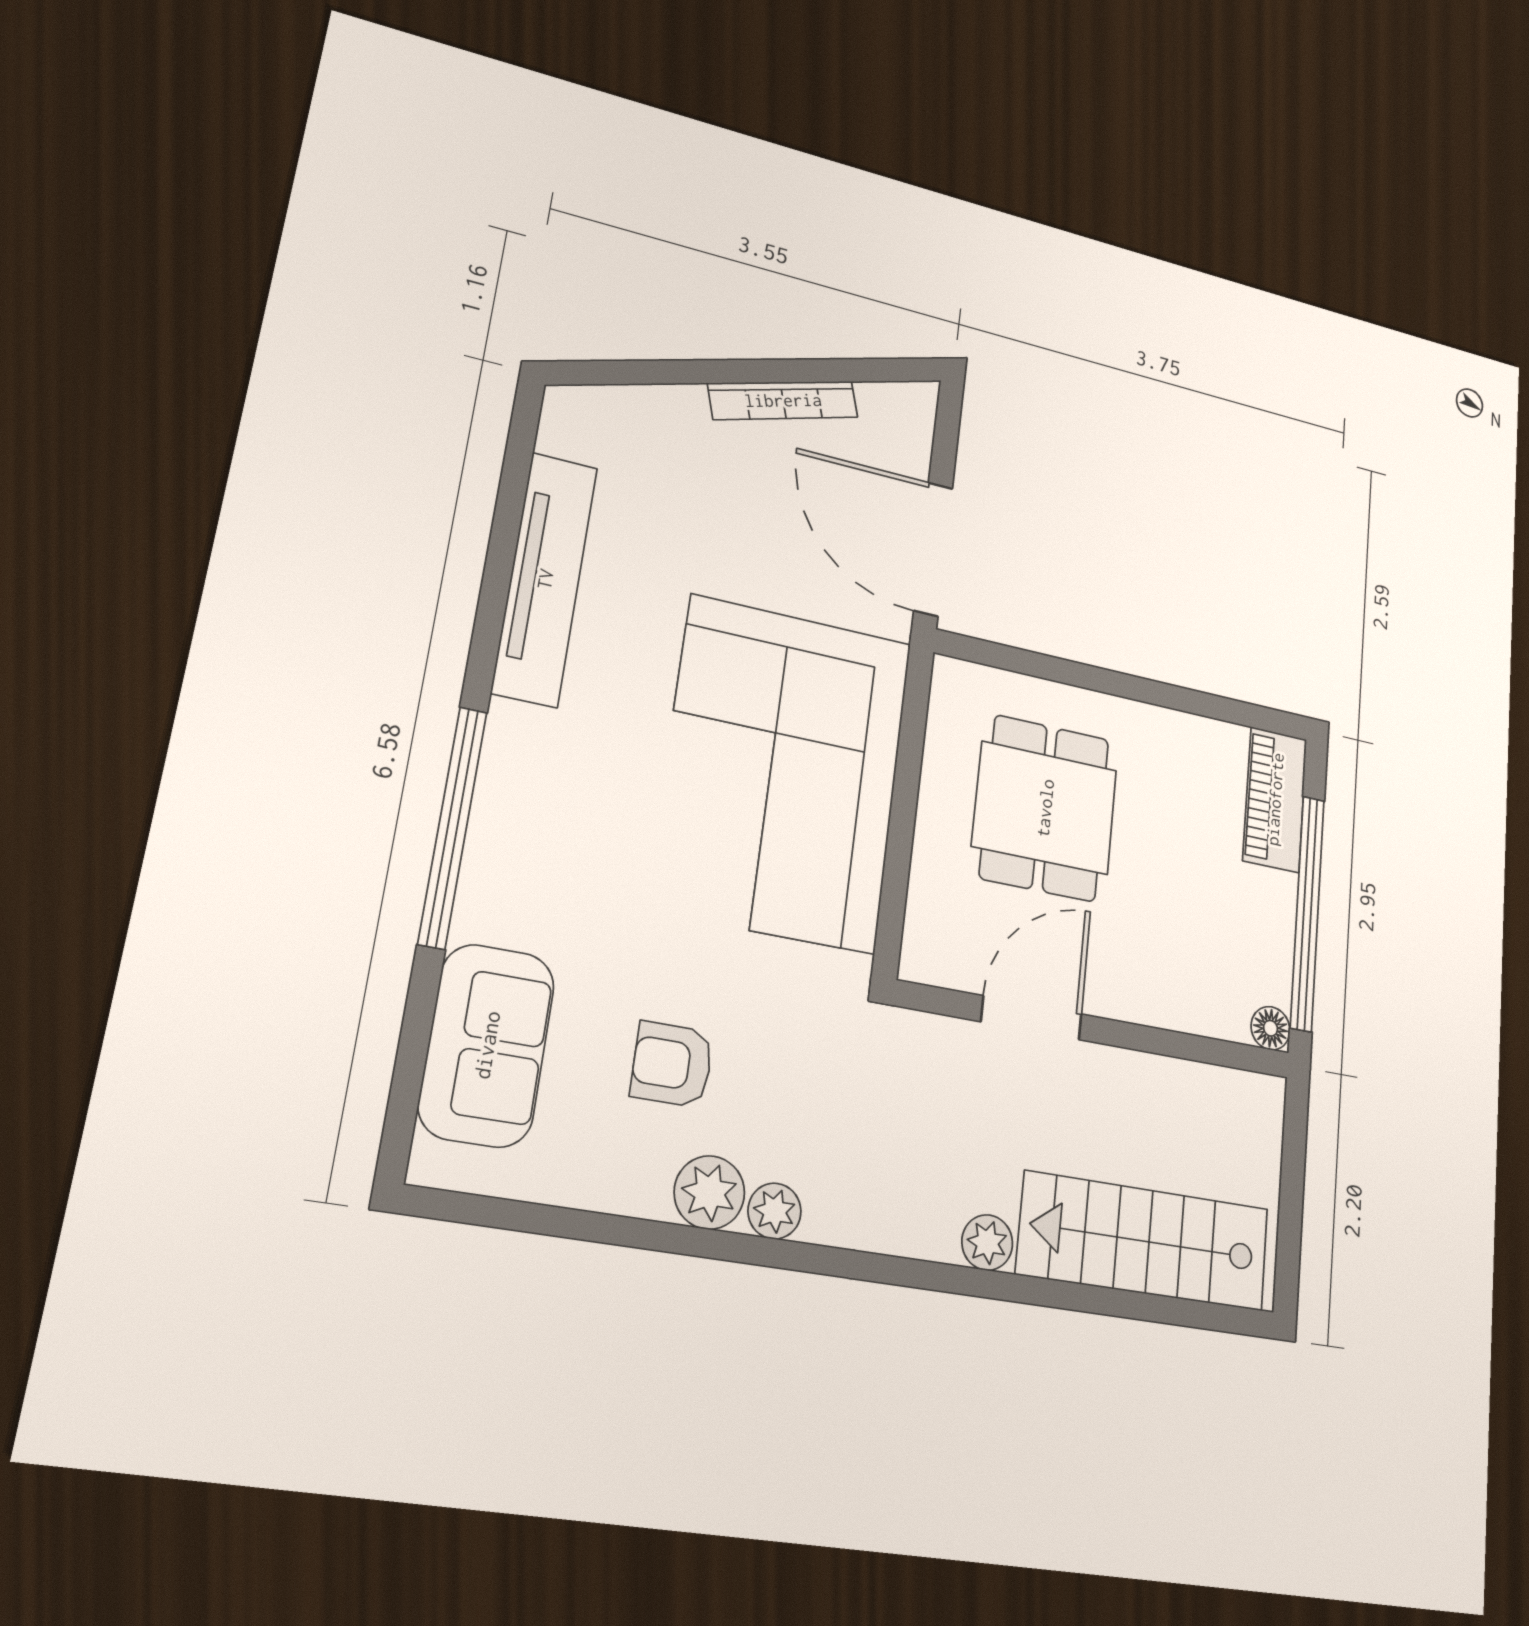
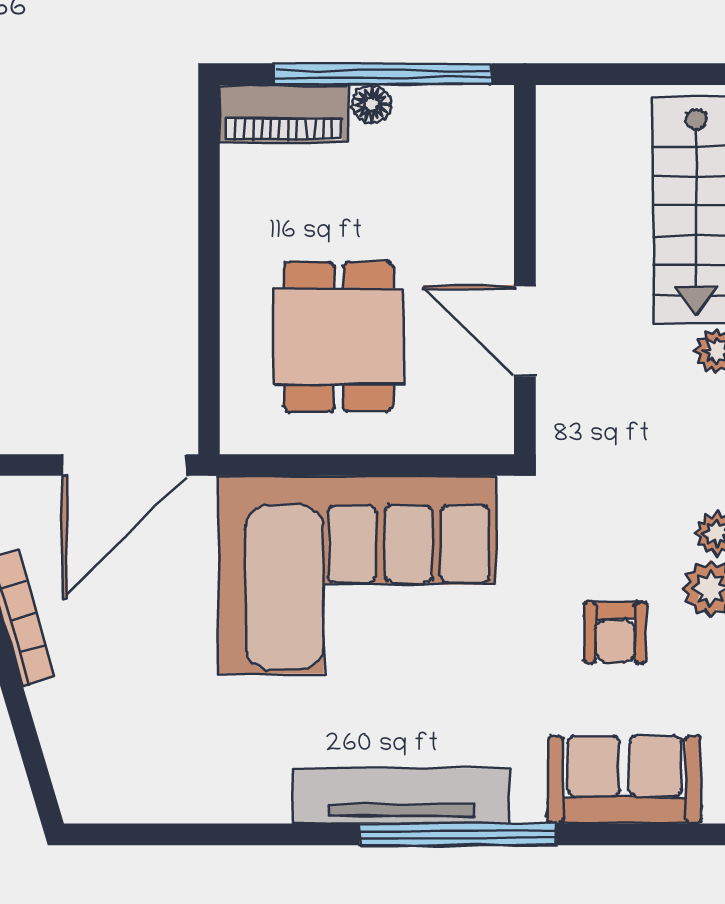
tv unit: (545, 579) -> (401, 796), moved
dining table: (1045, 808) -> (339, 337), turned 90
floor lamp: (1271, 1028) -> (372, 104), moved

